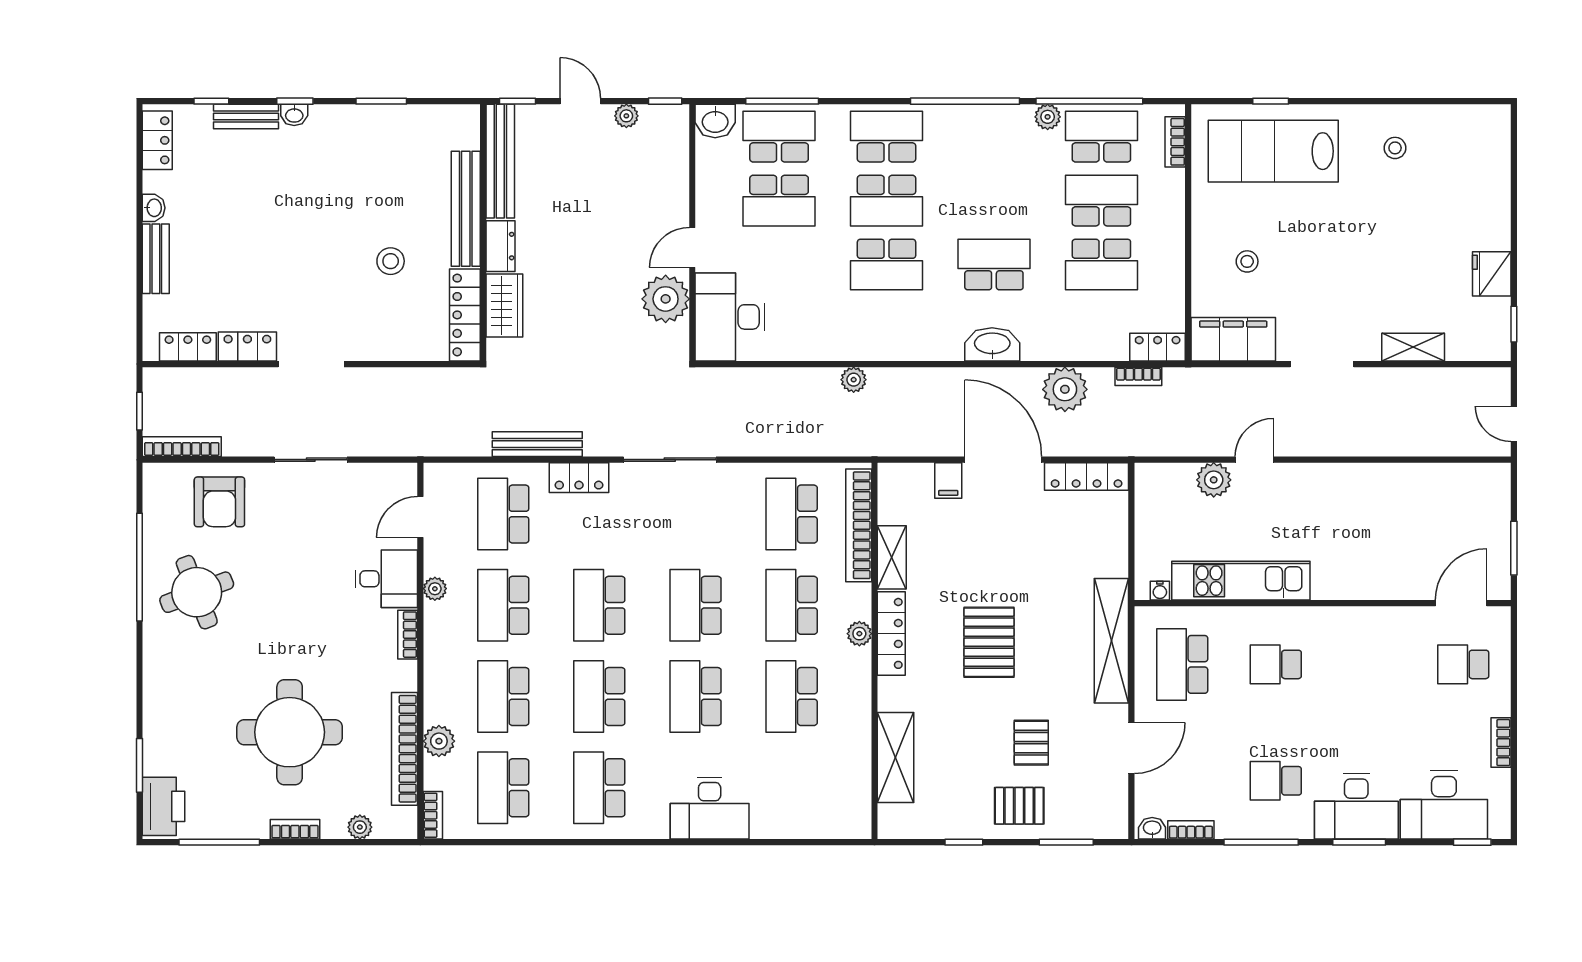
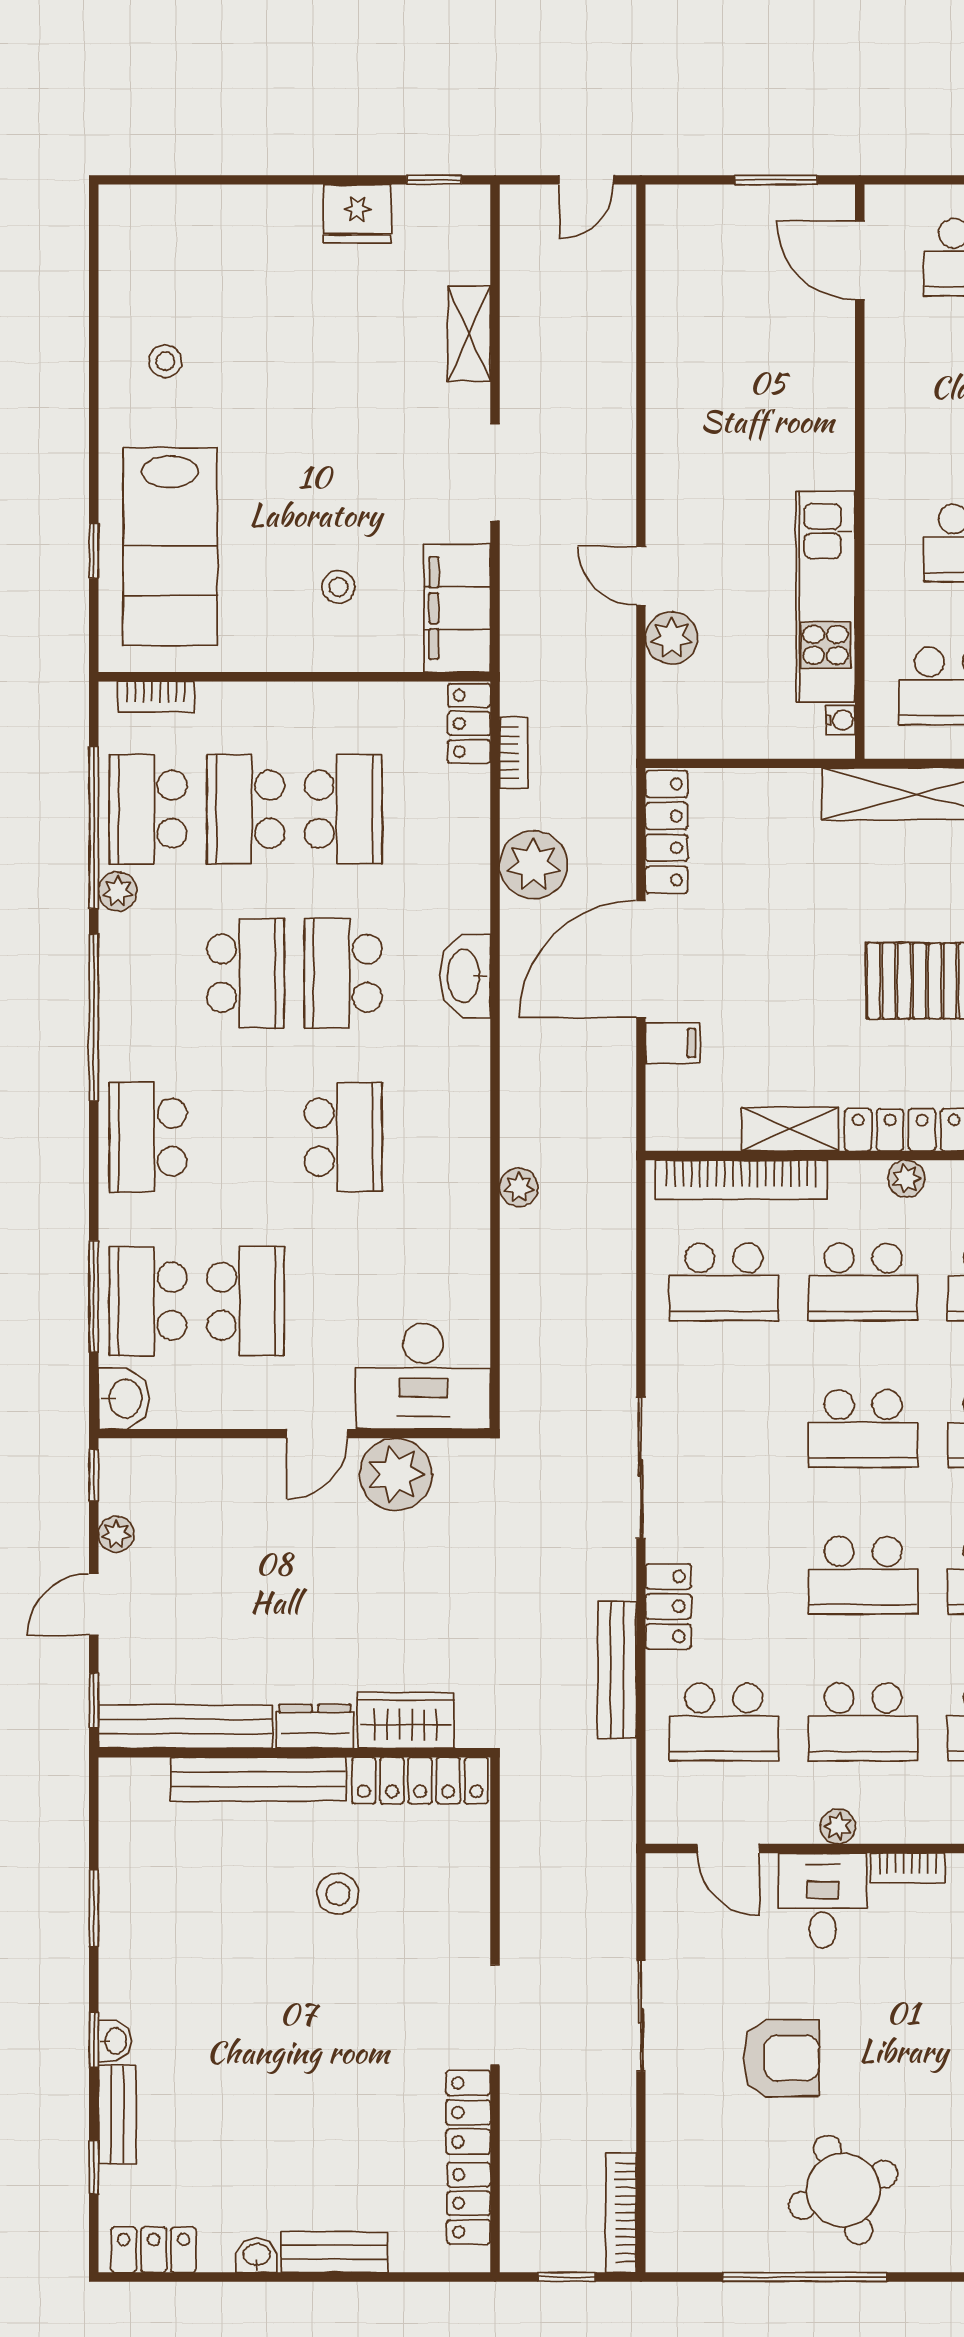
school desk: (886, 201) -> (246, 973), moved
door: (692, 248) -> (317, 1434), hinge flipped
armchair: (219, 502) -> (781, 2058), moved

